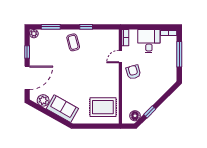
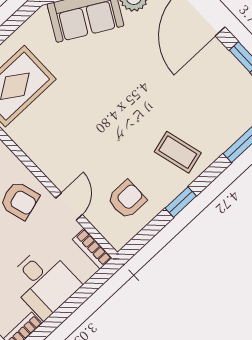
armchair: (101, 43) -> (127, 200), added

